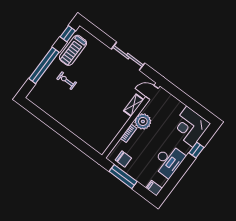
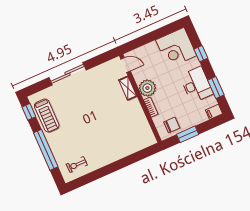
sliding door: (128, 56) -> (68, 74), moved
exercise bike: (67, 81) -> (77, 165), moved
door: (152, 93) -> (126, 65), swing flipped
window: (123, 177) -> (188, 134), width x0.69
window: (175, 178) -> (216, 87), added

